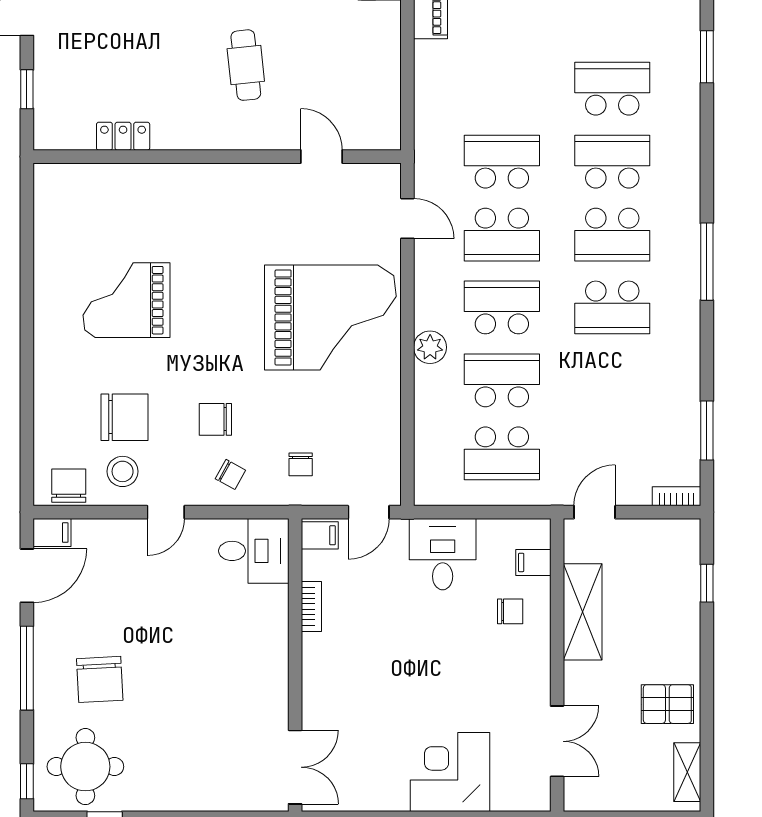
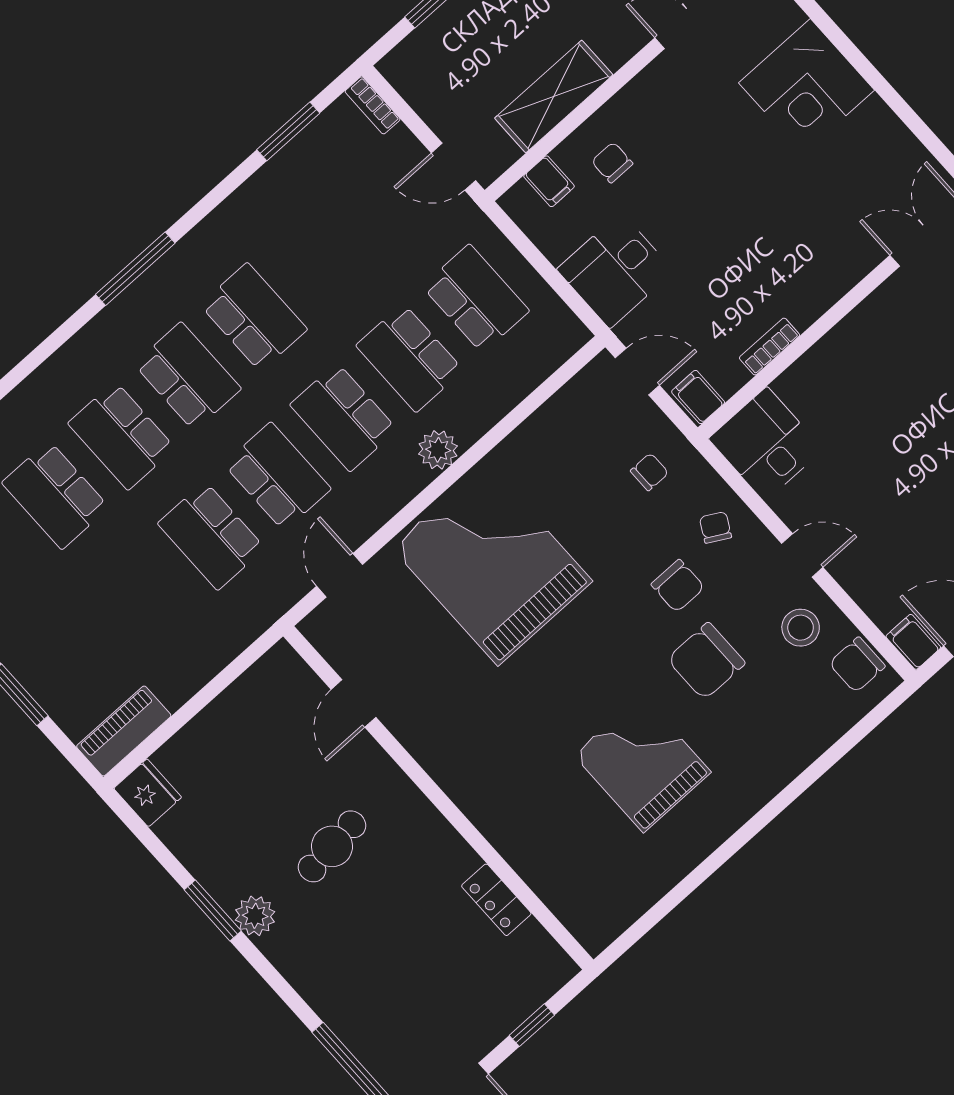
grand piano: (126, 300) -> (642, 763), turned 180
chair: (125, 417) -> (706, 661), moved, turned -90

